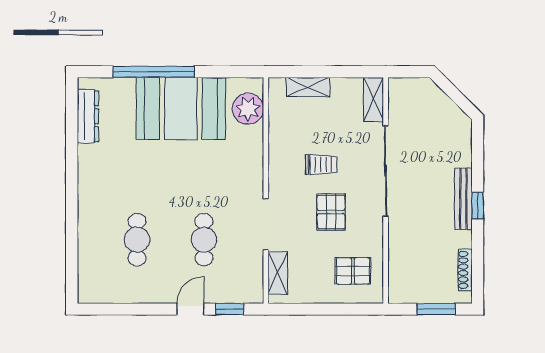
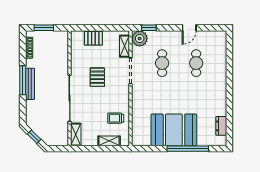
window: (455, 95) -> (34, 137), added
plant: (248, 109) -> (140, 38), moved
dresser: (88, 116) -> (221, 126), width x0.70
trolley: (321, 164) -> (116, 118), moved
window: (478, 206) -> (23, 80), width x2.17
pallet: (353, 271) -> (93, 38), moved
door: (190, 309) -> (189, 28), moved

